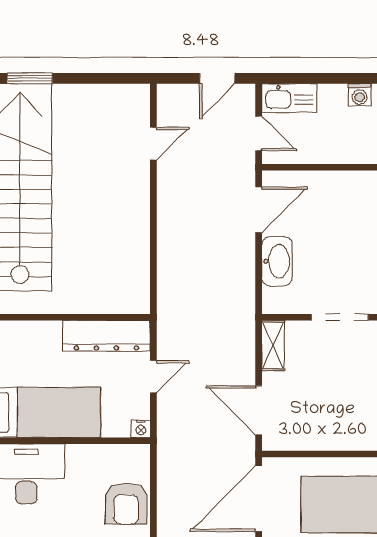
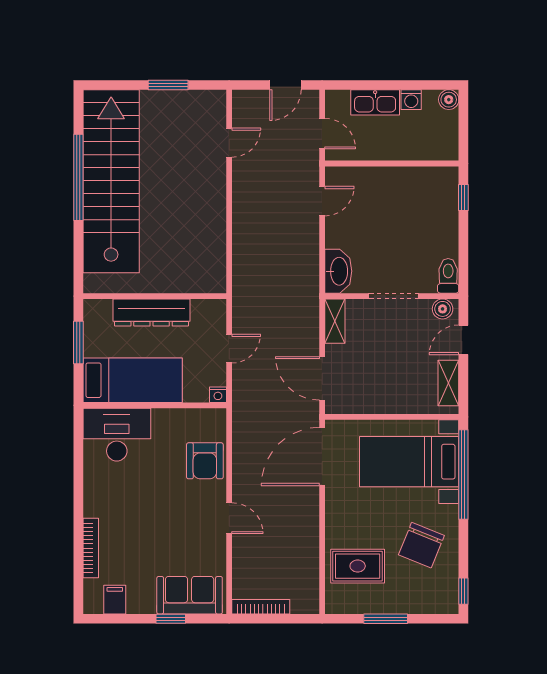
window: (30, 78) -> (168, 85), moved
kitchen sink: (289, 98) -> (375, 102), moved
door: (259, 210) -> (322, 201), width x0.73
washbasin: (277, 261) -> (338, 271), moved
dresser: (106, 336) -> (152, 313), moved

